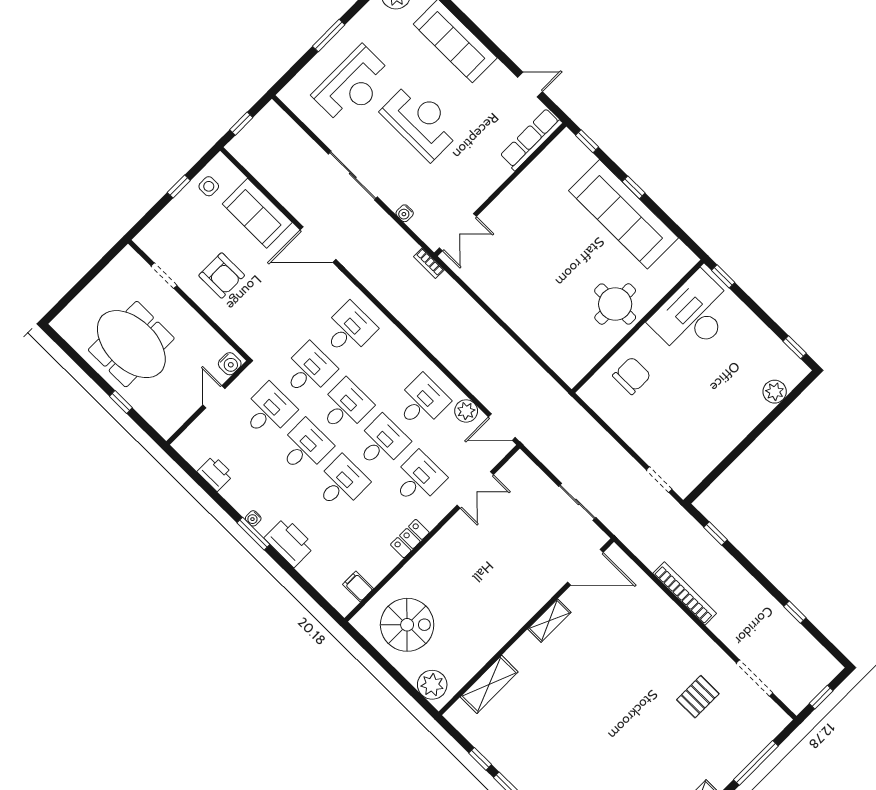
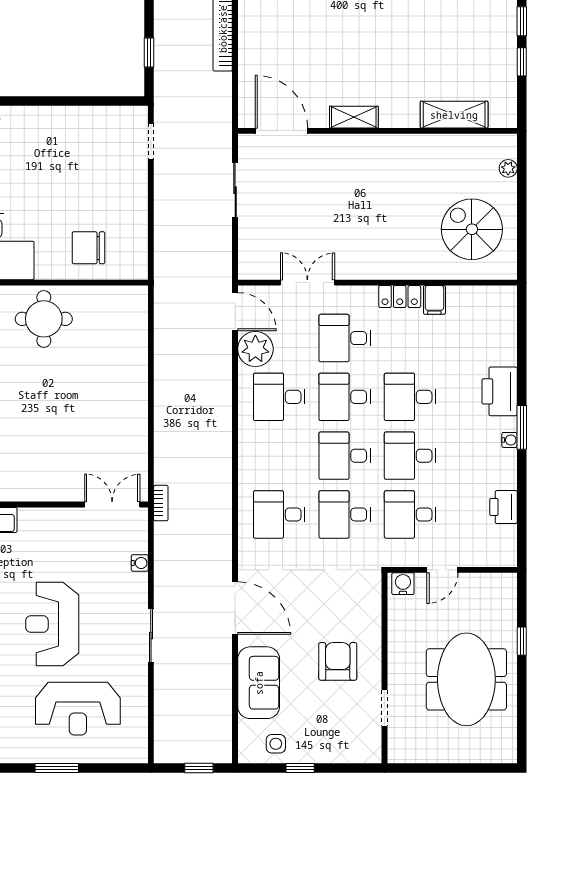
reception desk: (352, 85) -> (78, 709), turned 180
sliding door: (353, 175) -> (151, 635), width x0.73
plant: (466, 411) -> (255, 349), width x1.36, depth x1.36
filing cabinet: (358, 586) -> (434, 300), moved
plant: (432, 685) -> (508, 168), width x0.53, depth x0.53

